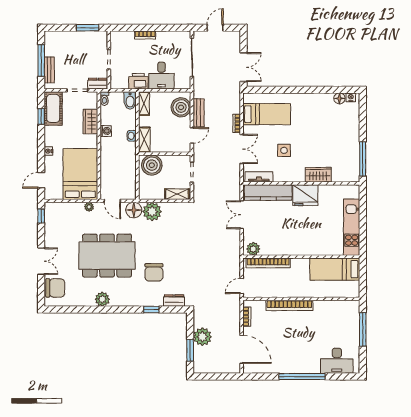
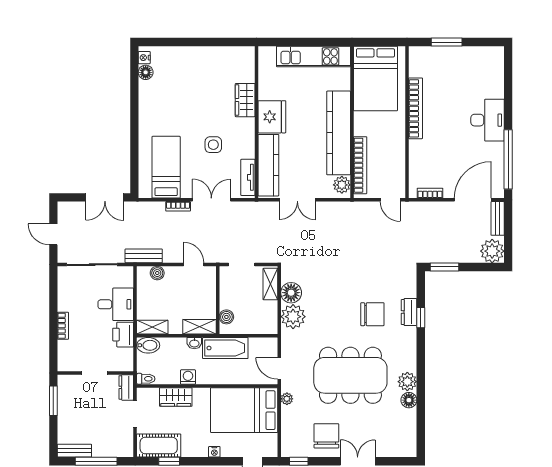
double door: (244, 67) -> (105, 197), swing flipped
bench: (49, 70) -> (74, 451), moved
boiler: (181, 107) -> (157, 273), width x0.54, depth x0.54
bench: (199, 113) -> (144, 256), moved
window: (363, 159) -> (224, 42), removed
bathtub: (128, 160) -> (225, 348), added
boiler: (152, 165) -> (226, 317), width x0.54, depth x0.54
door: (112, 201) -> (279, 368), swing flipped
floor lamp: (134, 210) -> (291, 293), moved
kitchen counter: (293, 246) -> (339, 133), added
dining table: (107, 256) -> (350, 375), turned 90
bed: (335, 269) -> (375, 78), width x1.50
chair: (55, 288) -> (326, 436), moved
floor lamp: (88, 300) -> (409, 400), added
dresser: (174, 301) -> (409, 312), moved
bookcase: (289, 305) -> (416, 108), moved
window: (363, 329) -> (447, 42), width x0.69
plant: (202, 337) -> (492, 251), moved
window: (190, 350) -> (445, 267), moved
desk: (337, 361) -> (488, 120), moved
bench: (227, 368) -> (498, 218), added
window: (302, 377) -> (508, 159), moved

